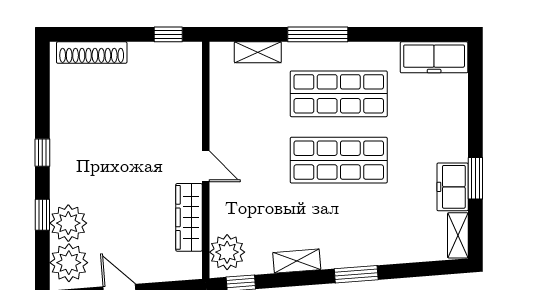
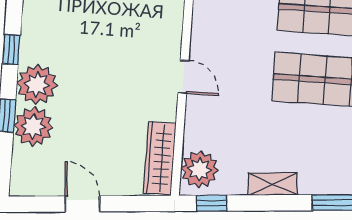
wardrobe: (189, 217) -> (160, 158), moved
plant: (69, 263) -> (37, 84), moved

